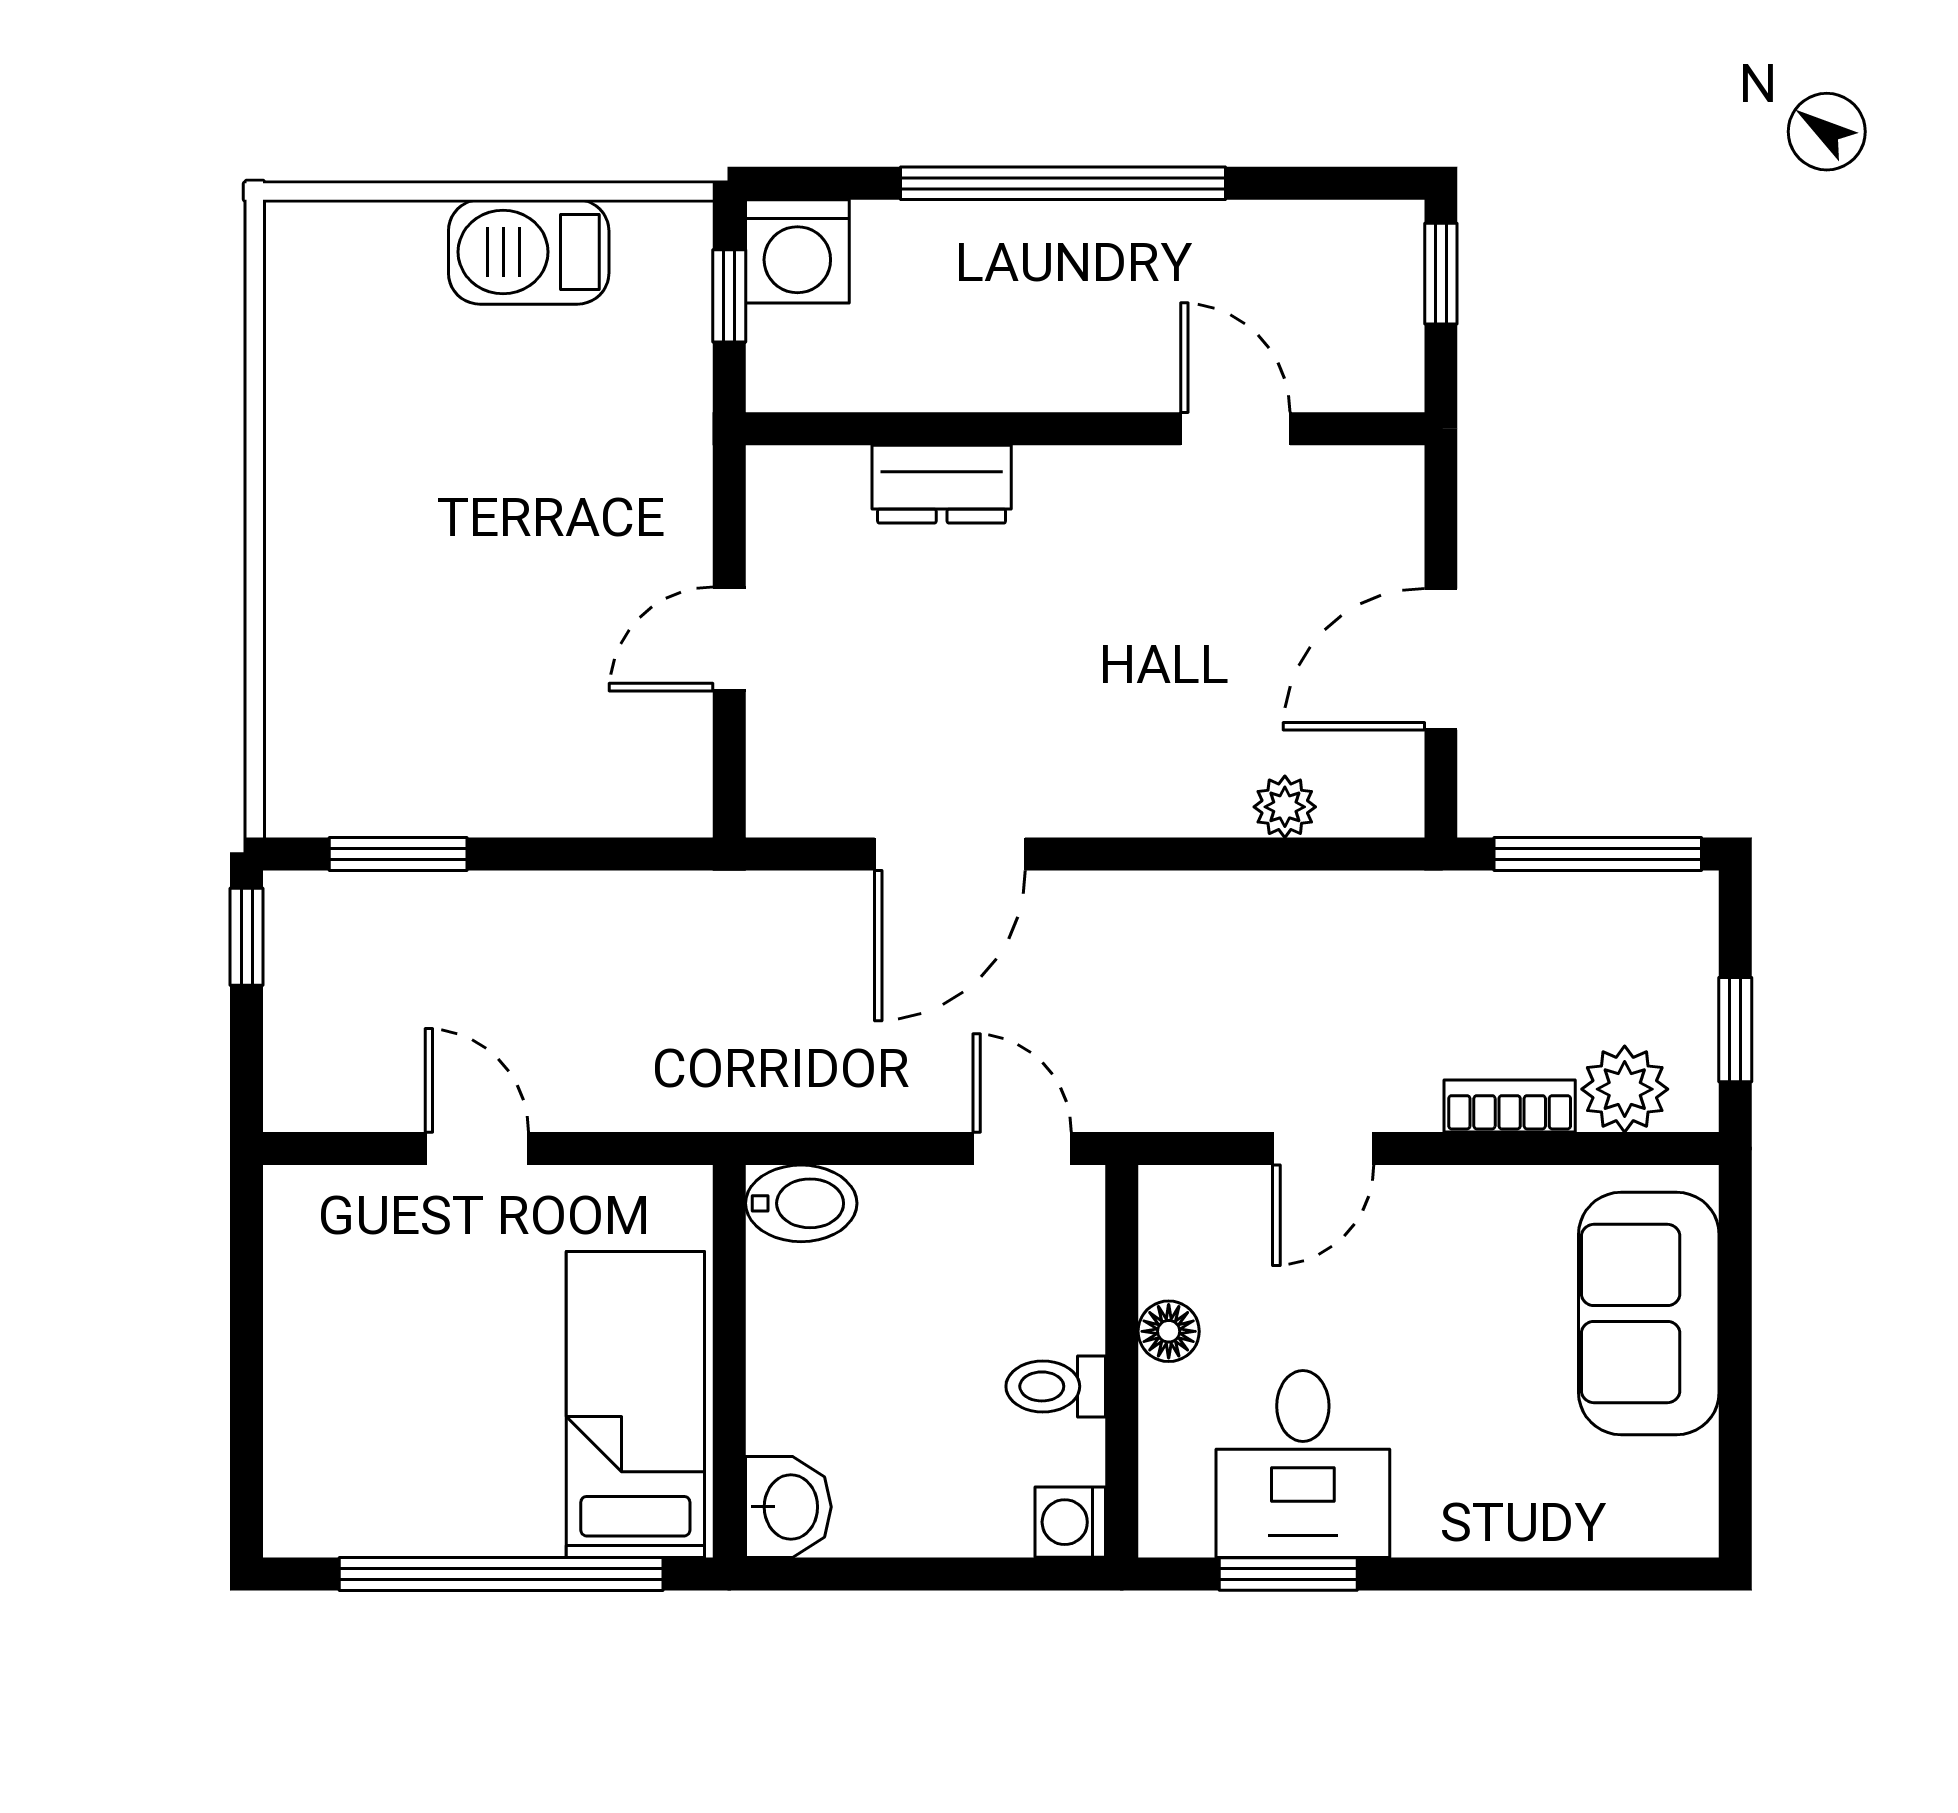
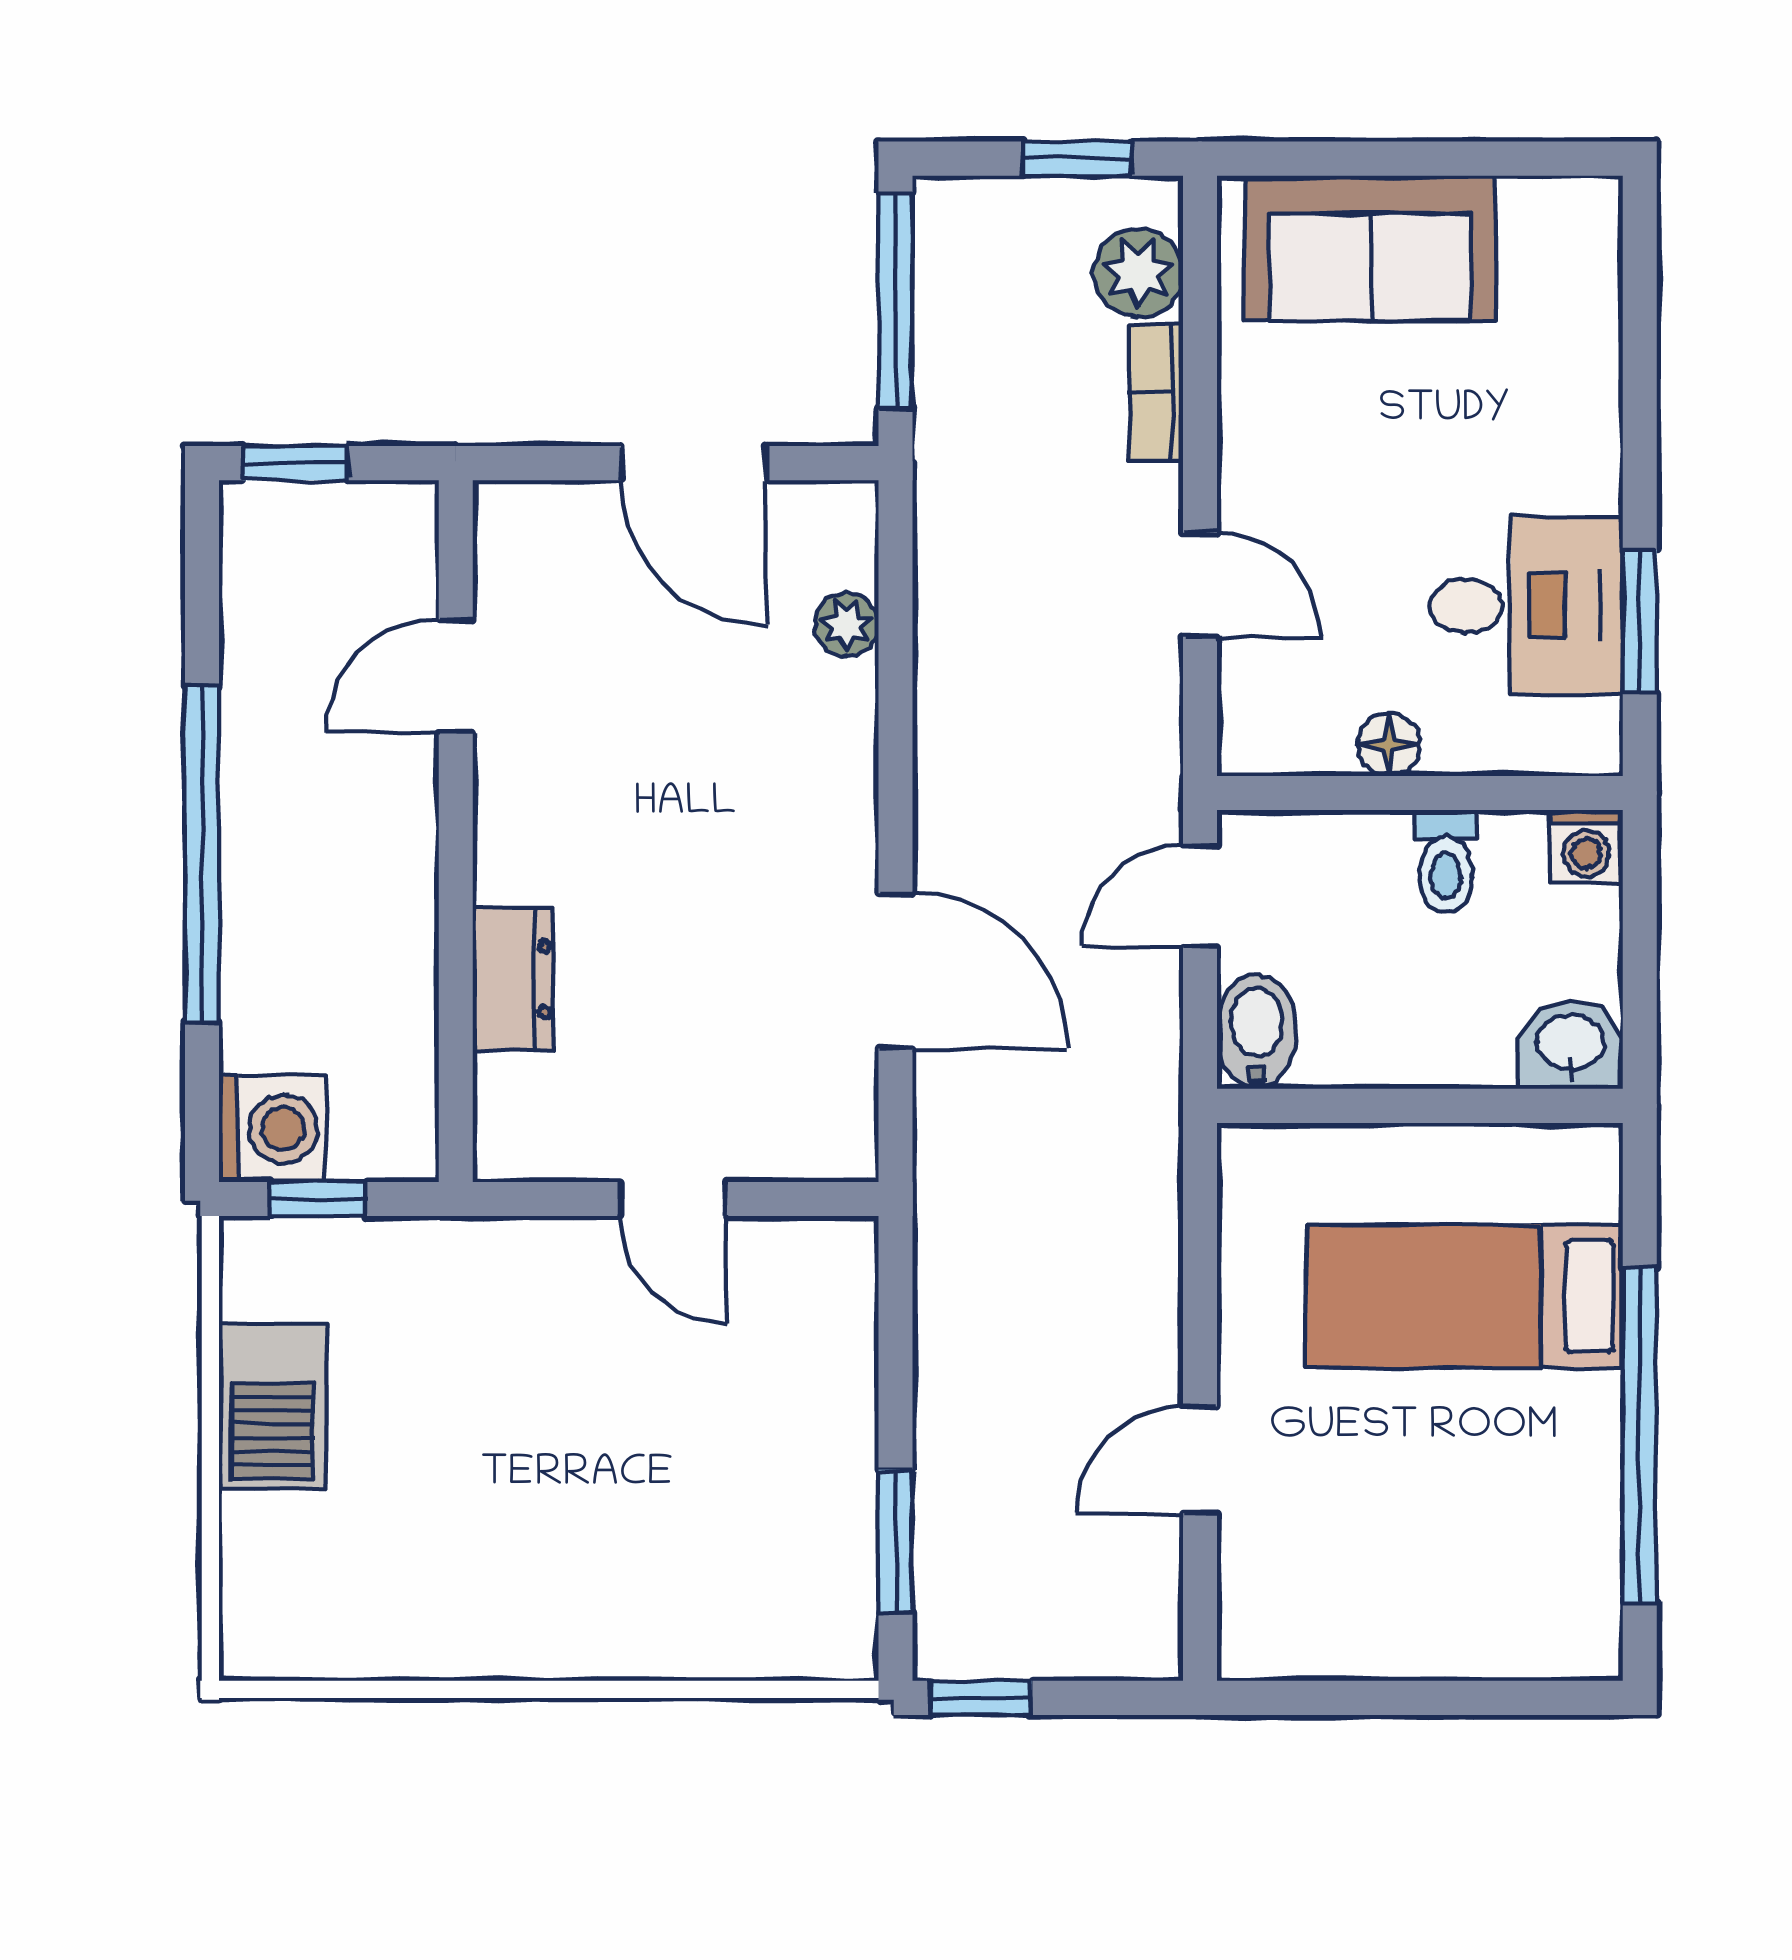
bidet: (801, 1203) -> (1257, 1031), moved
wall: (729, 1361) -> (1420, 1106), moved
washbasin: (788, 1507) -> (1571, 1045), moved

